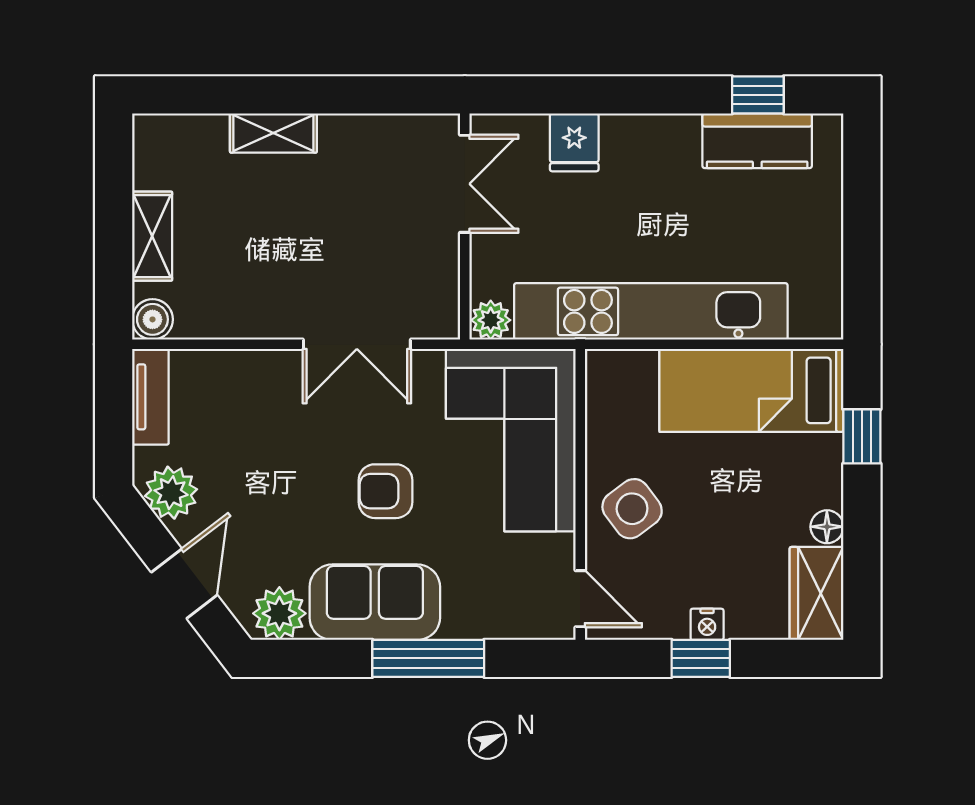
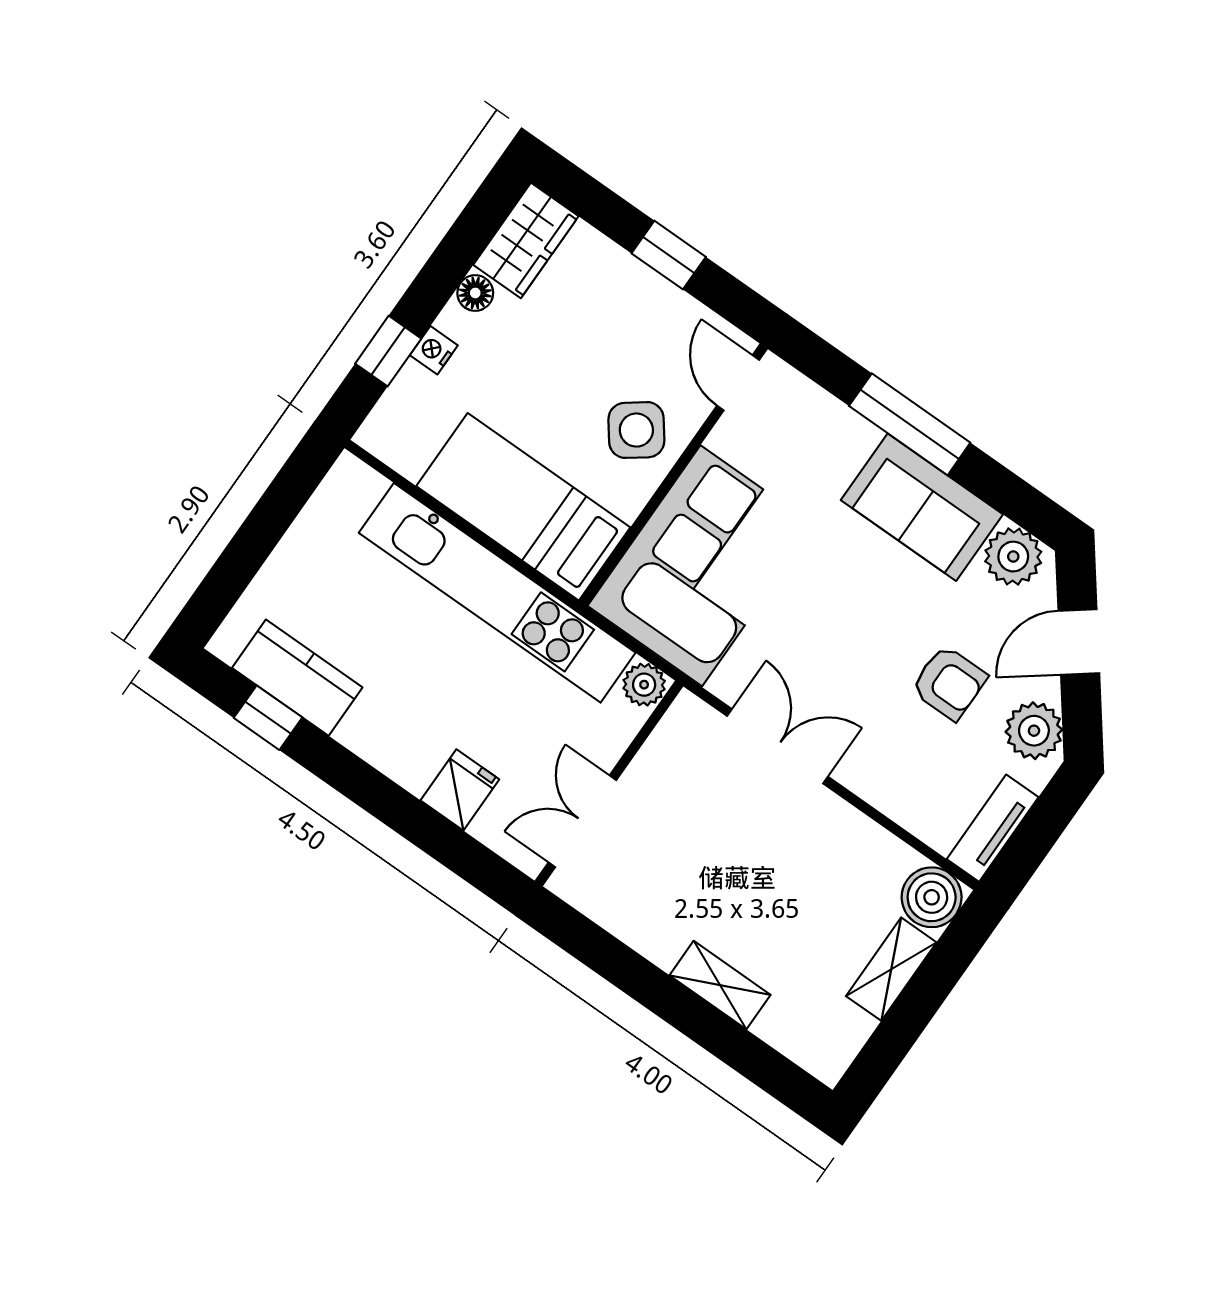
boiler: (152, 319) -> (932, 897), width x1.36, depth x1.36
bed: (751, 390) -> (523, 507), moved, turned 180
armchair: (385, 491) -> (949, 683), moved
nightstand: (707, 624) -> (434, 350), moved, turned -90

